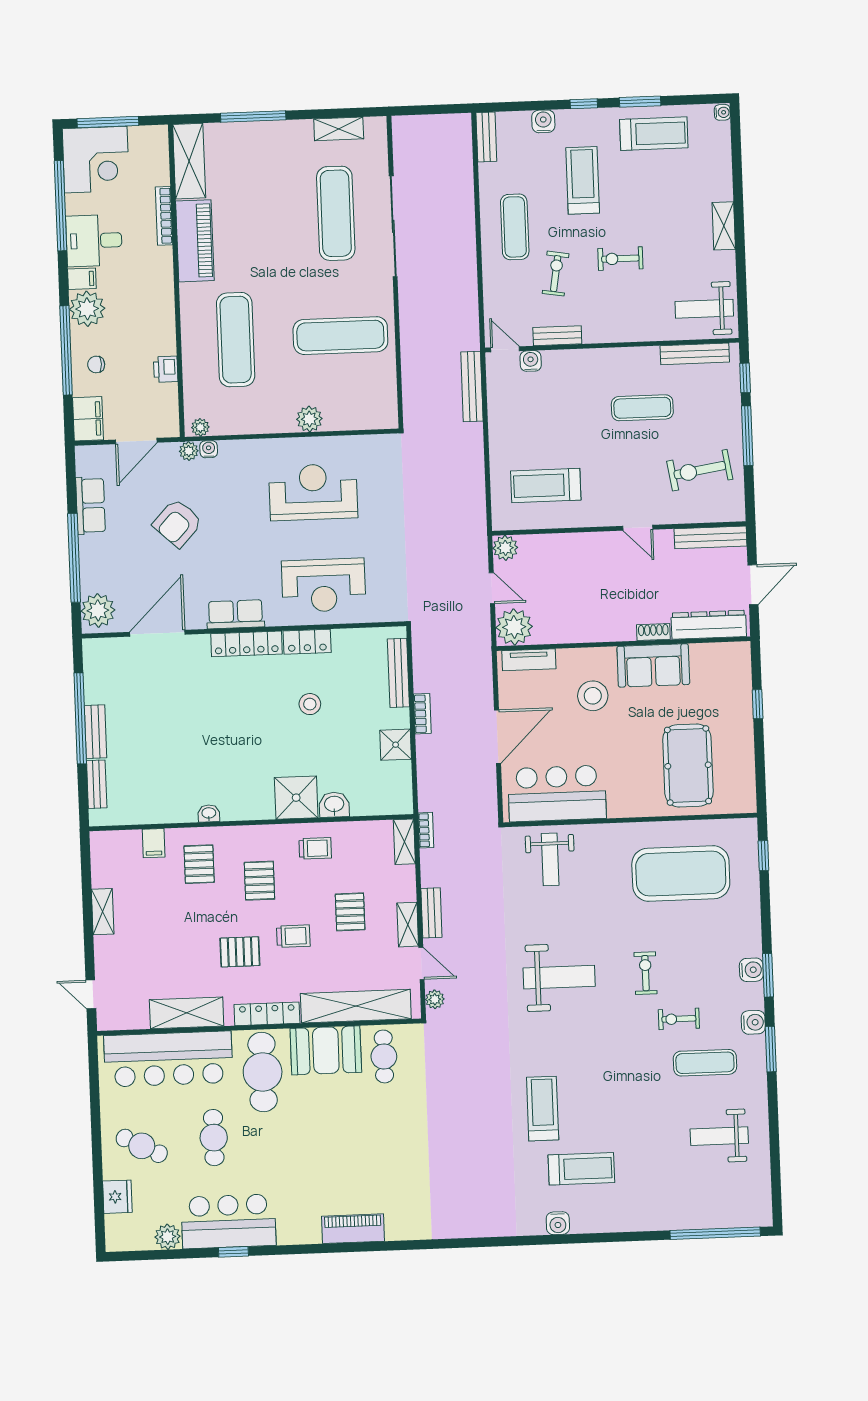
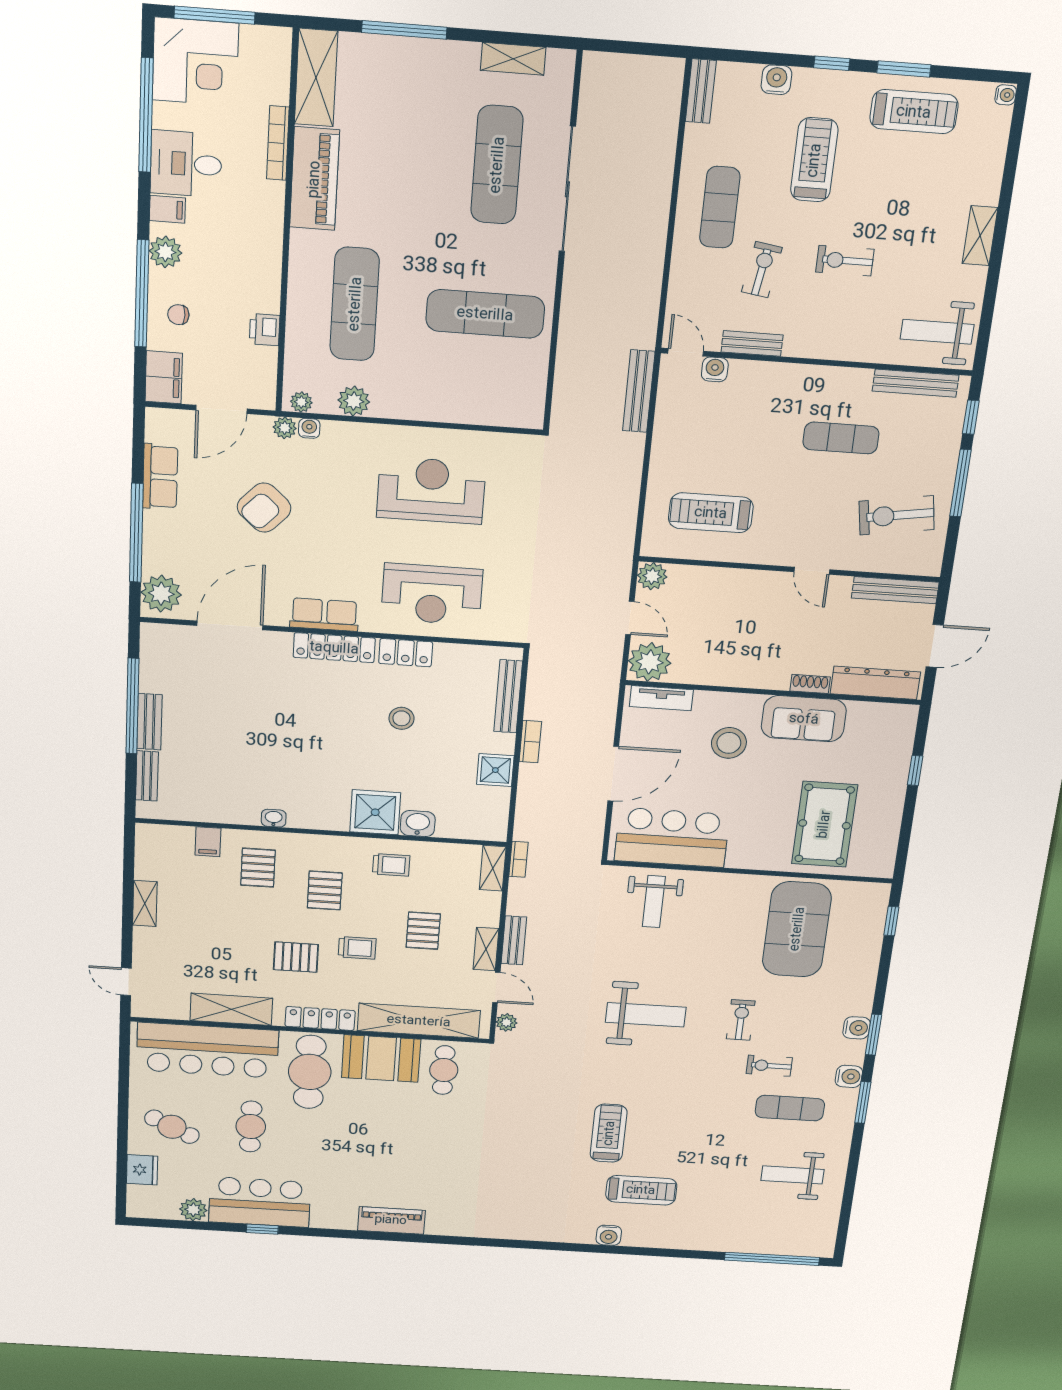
plant: (87, 309) -> (165, 252), width x0.73, depth x0.73
plant: (309, 419) -> (354, 401), moved
exercise mat: (681, 873) -> (797, 929), turned 90

